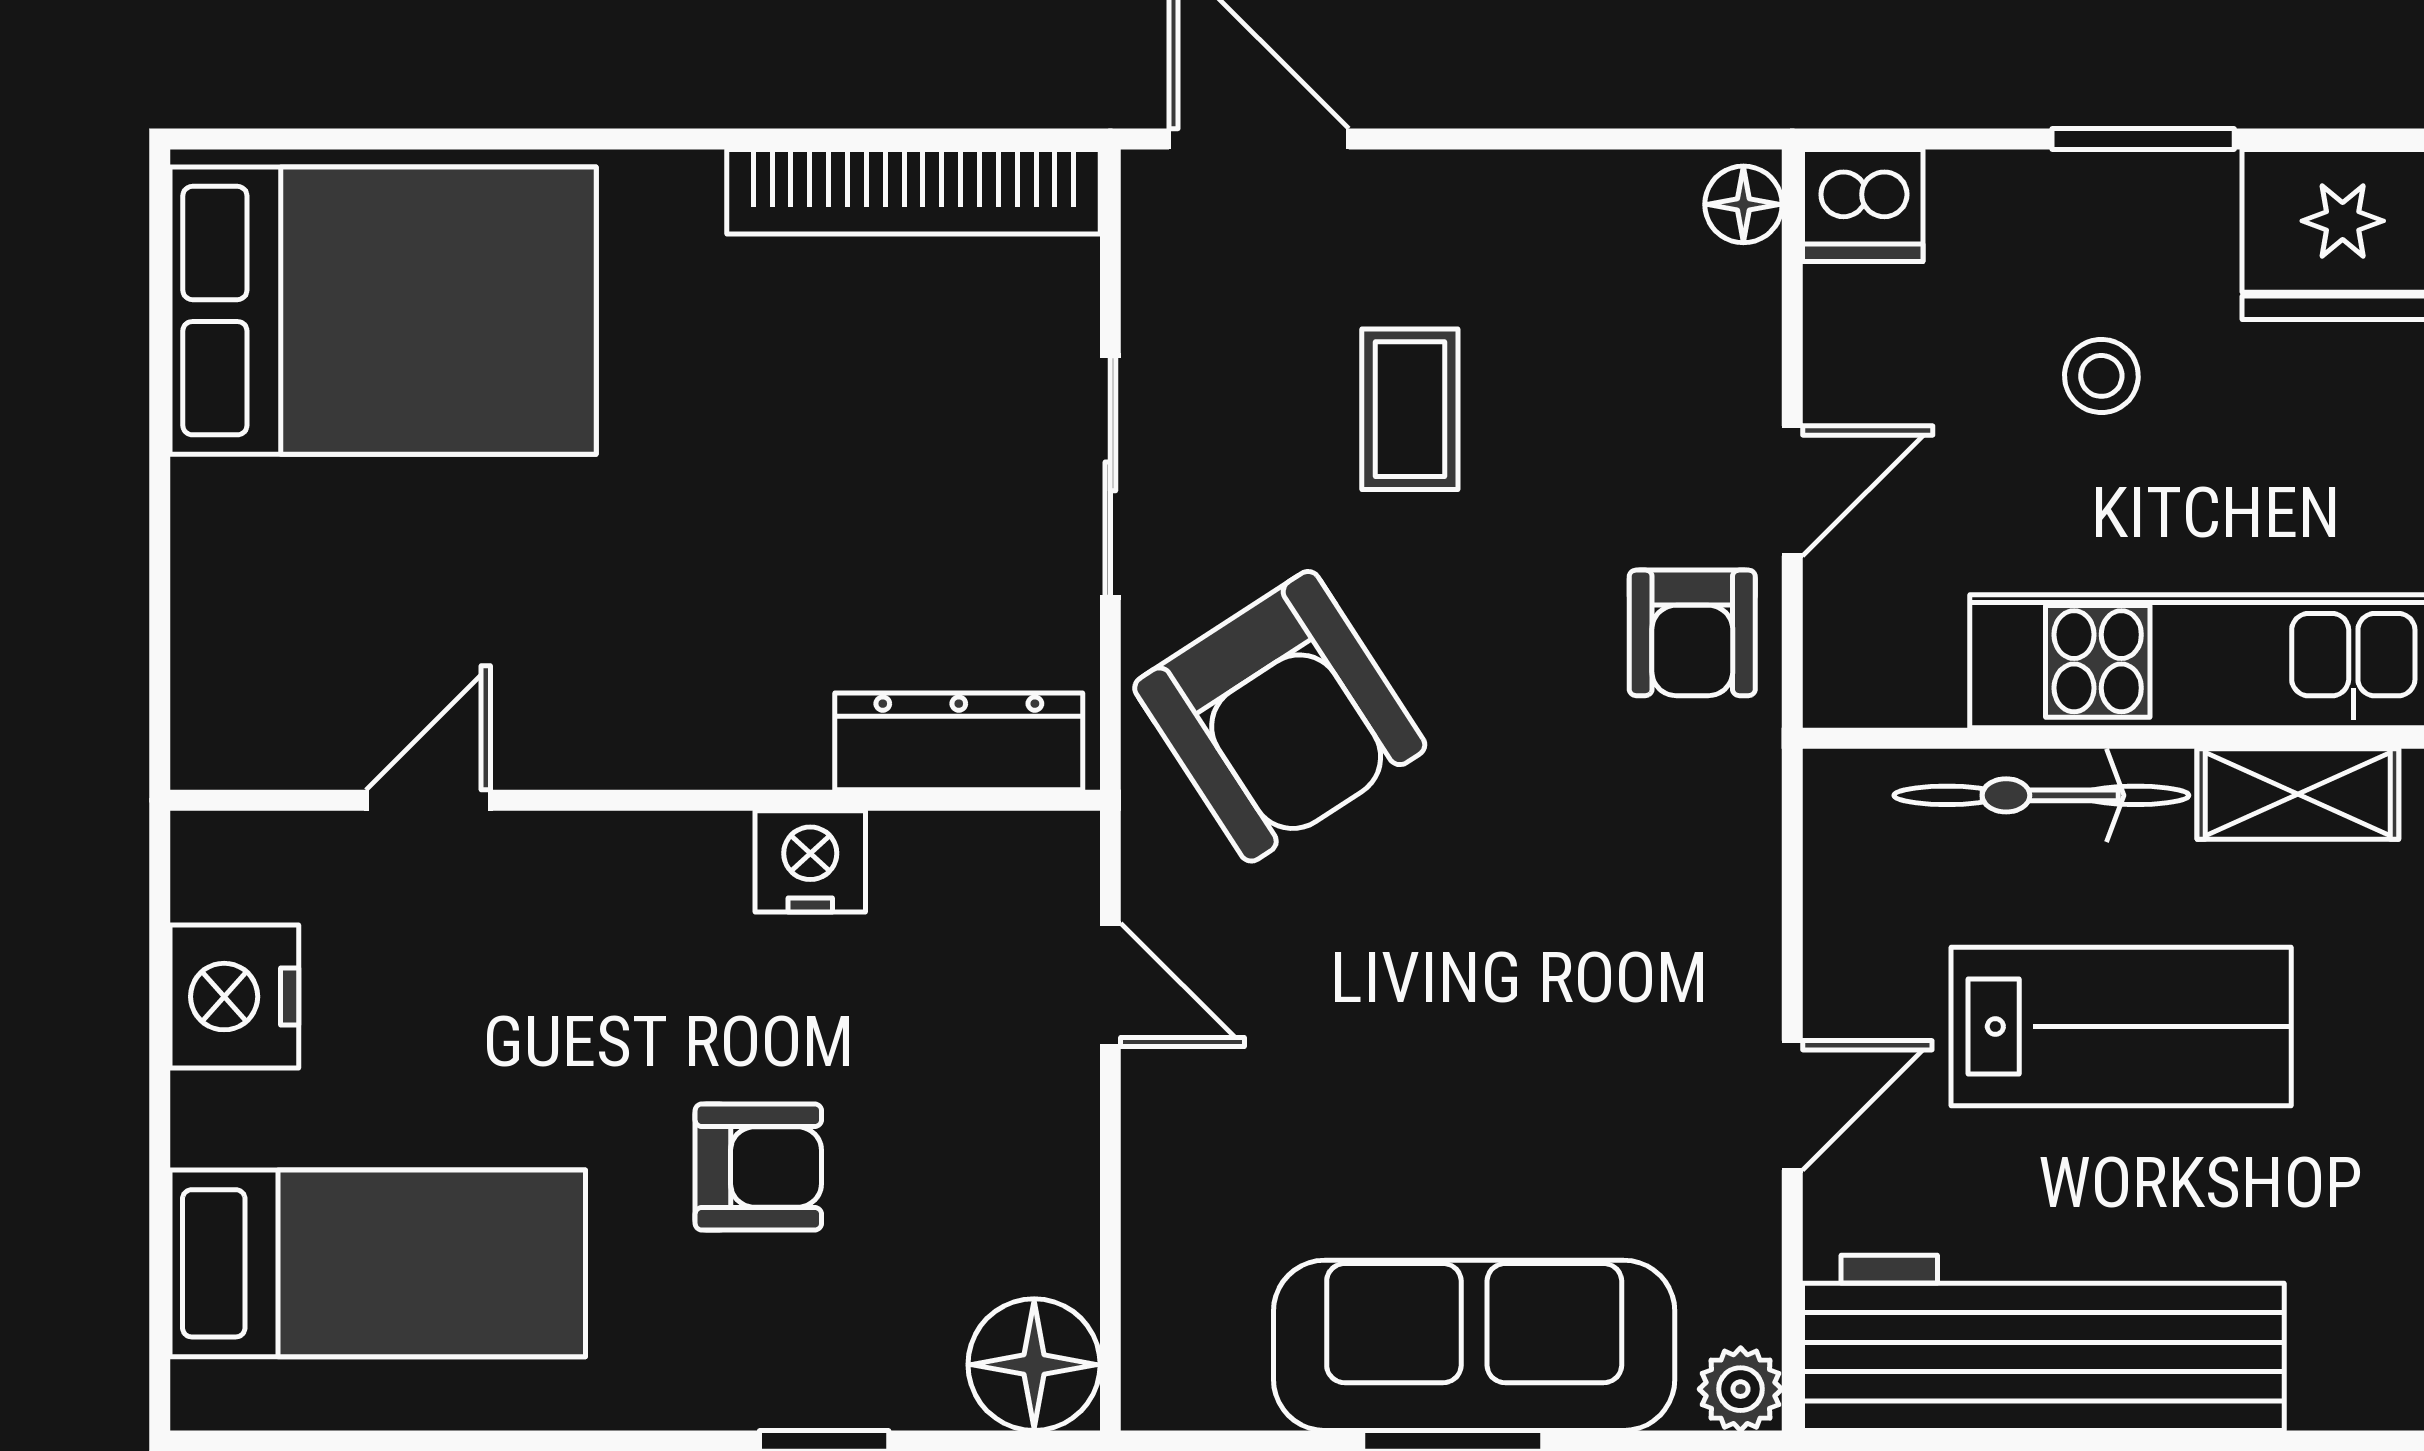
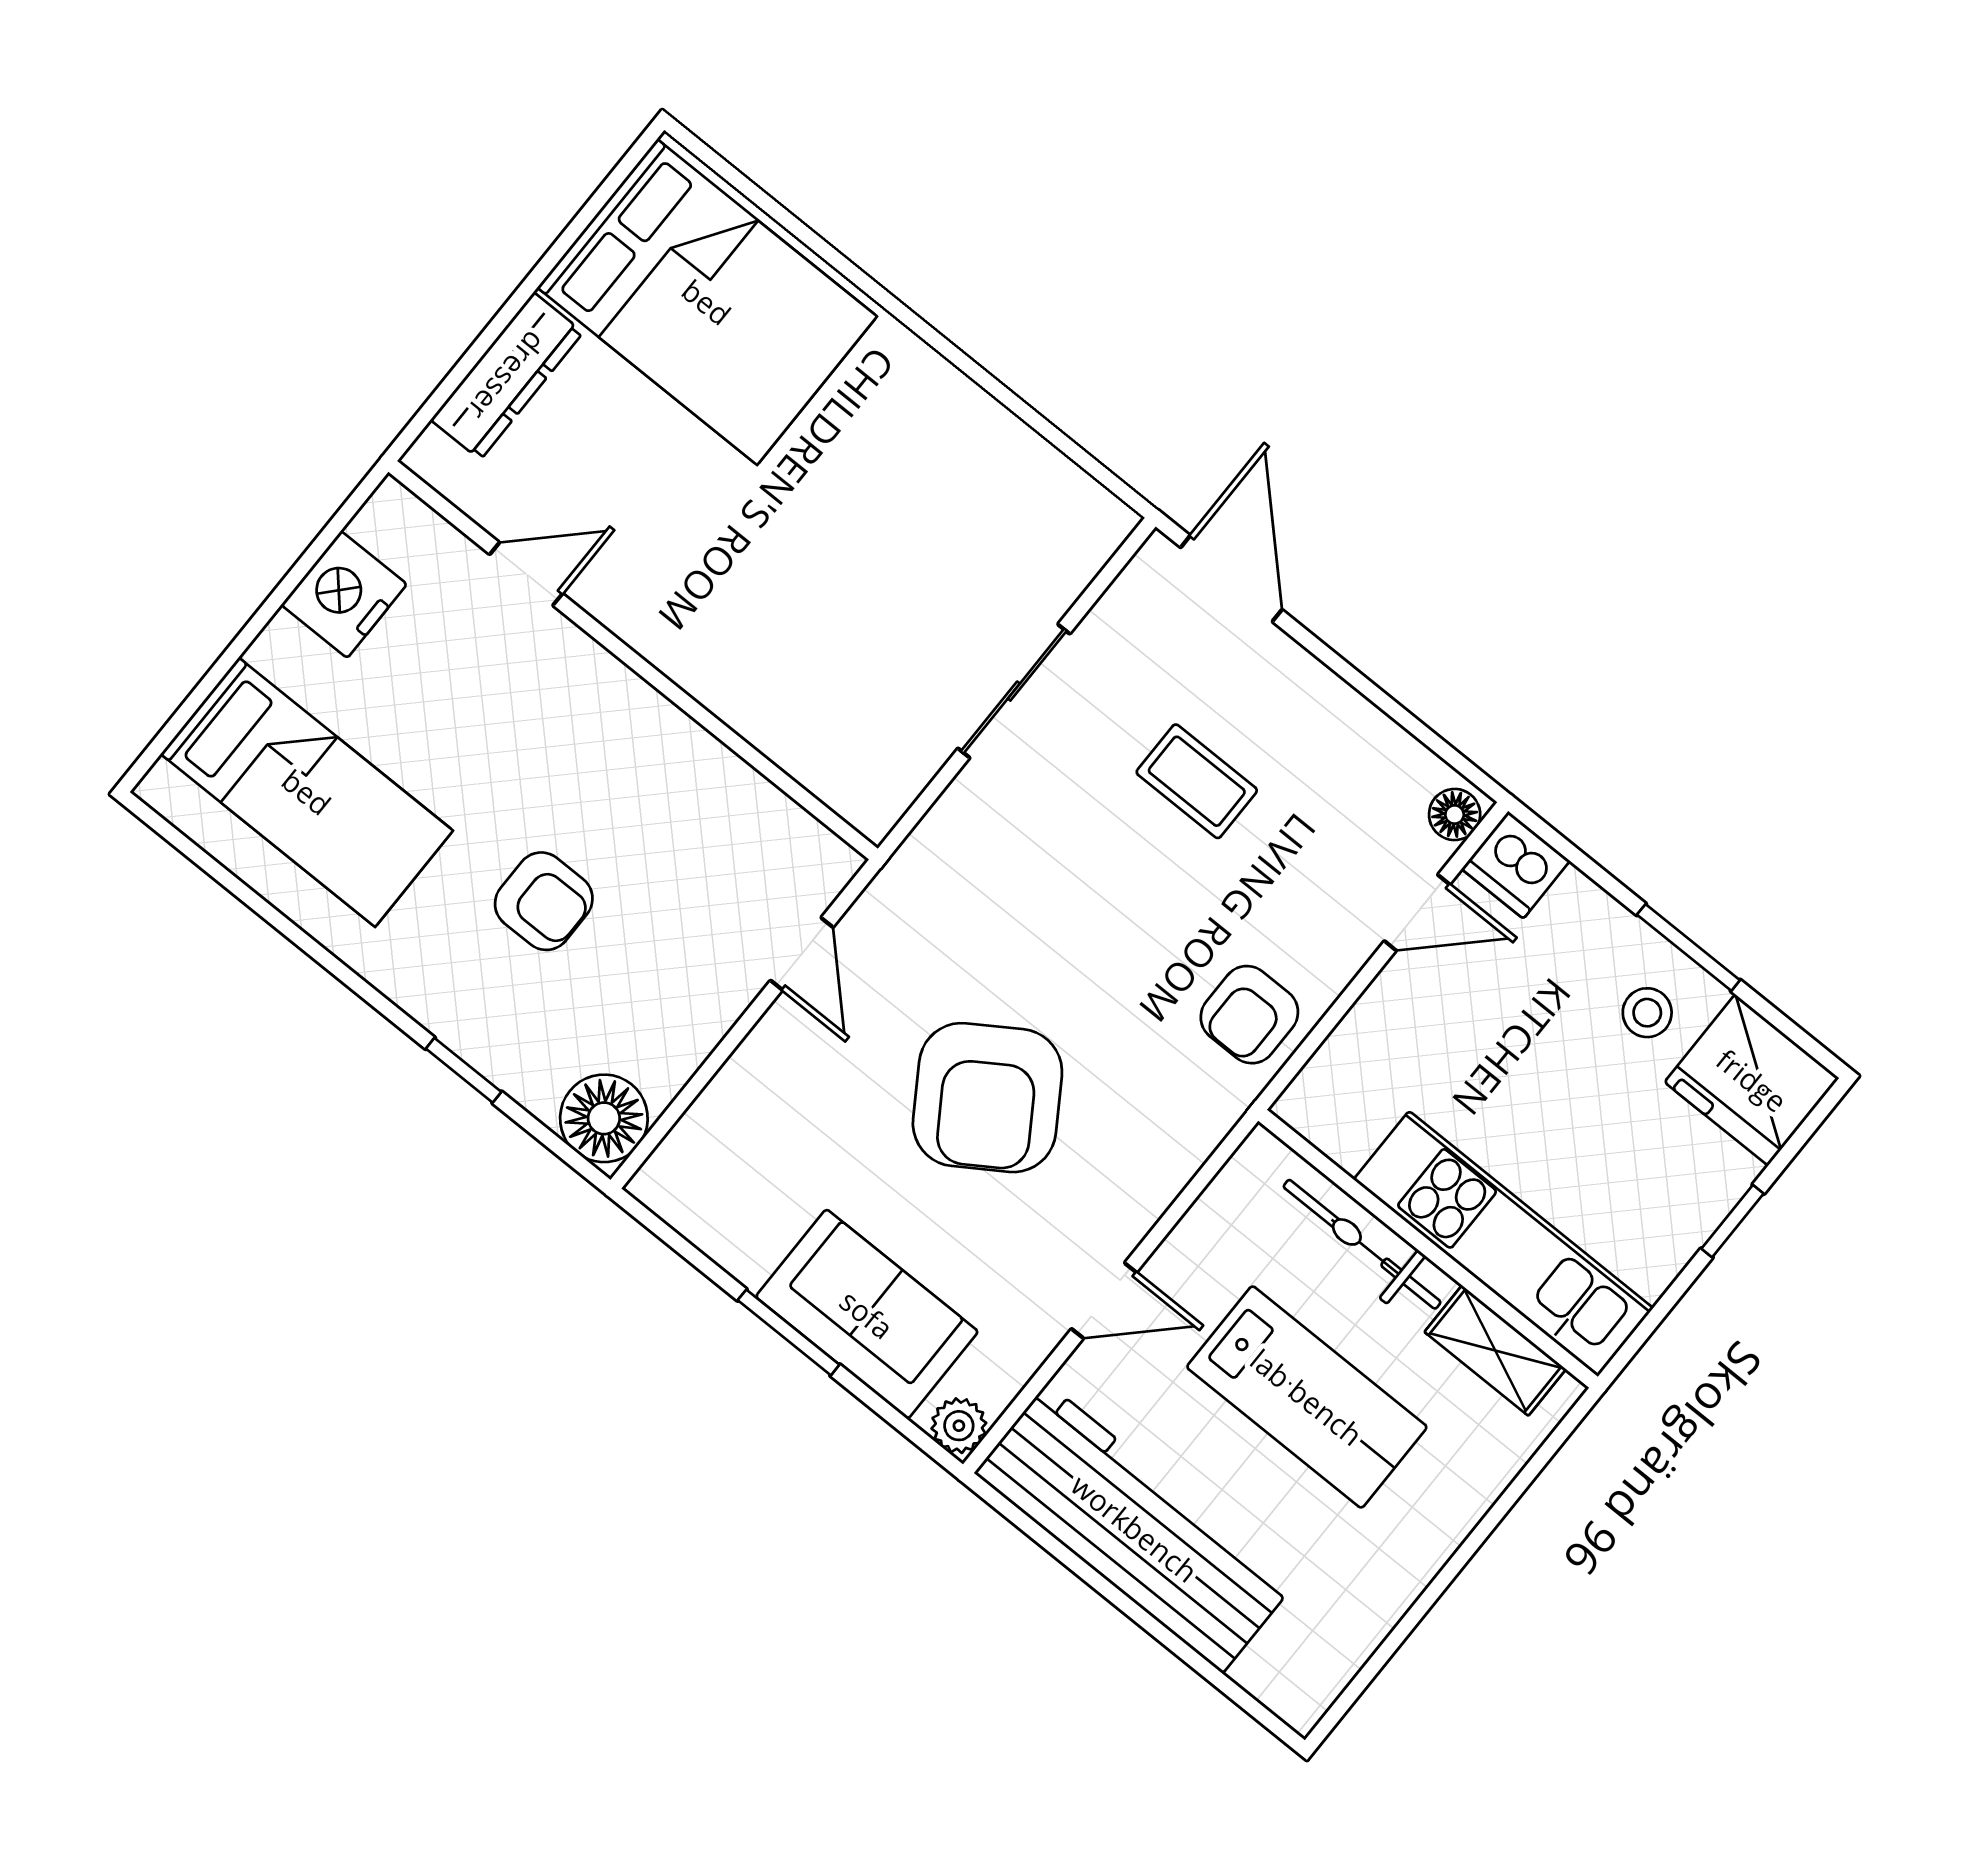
bookcase: (914, 192) -> (1031, 462), removed
stool: (2101, 376) -> (1647, 1013), moved
coffee table: (1410, 409) -> (1197, 781), turned 90
door: (1792, 491) -> (1417, 913), moved
armchair: (1280, 716) -> (987, 1098), moved
dresser: (959, 741) -> (507, 376), moved, turned 90
nightstand: (810, 861) -> (698, 765), removed
sofa: (1474, 1345) -> (867, 1314), width x0.73

